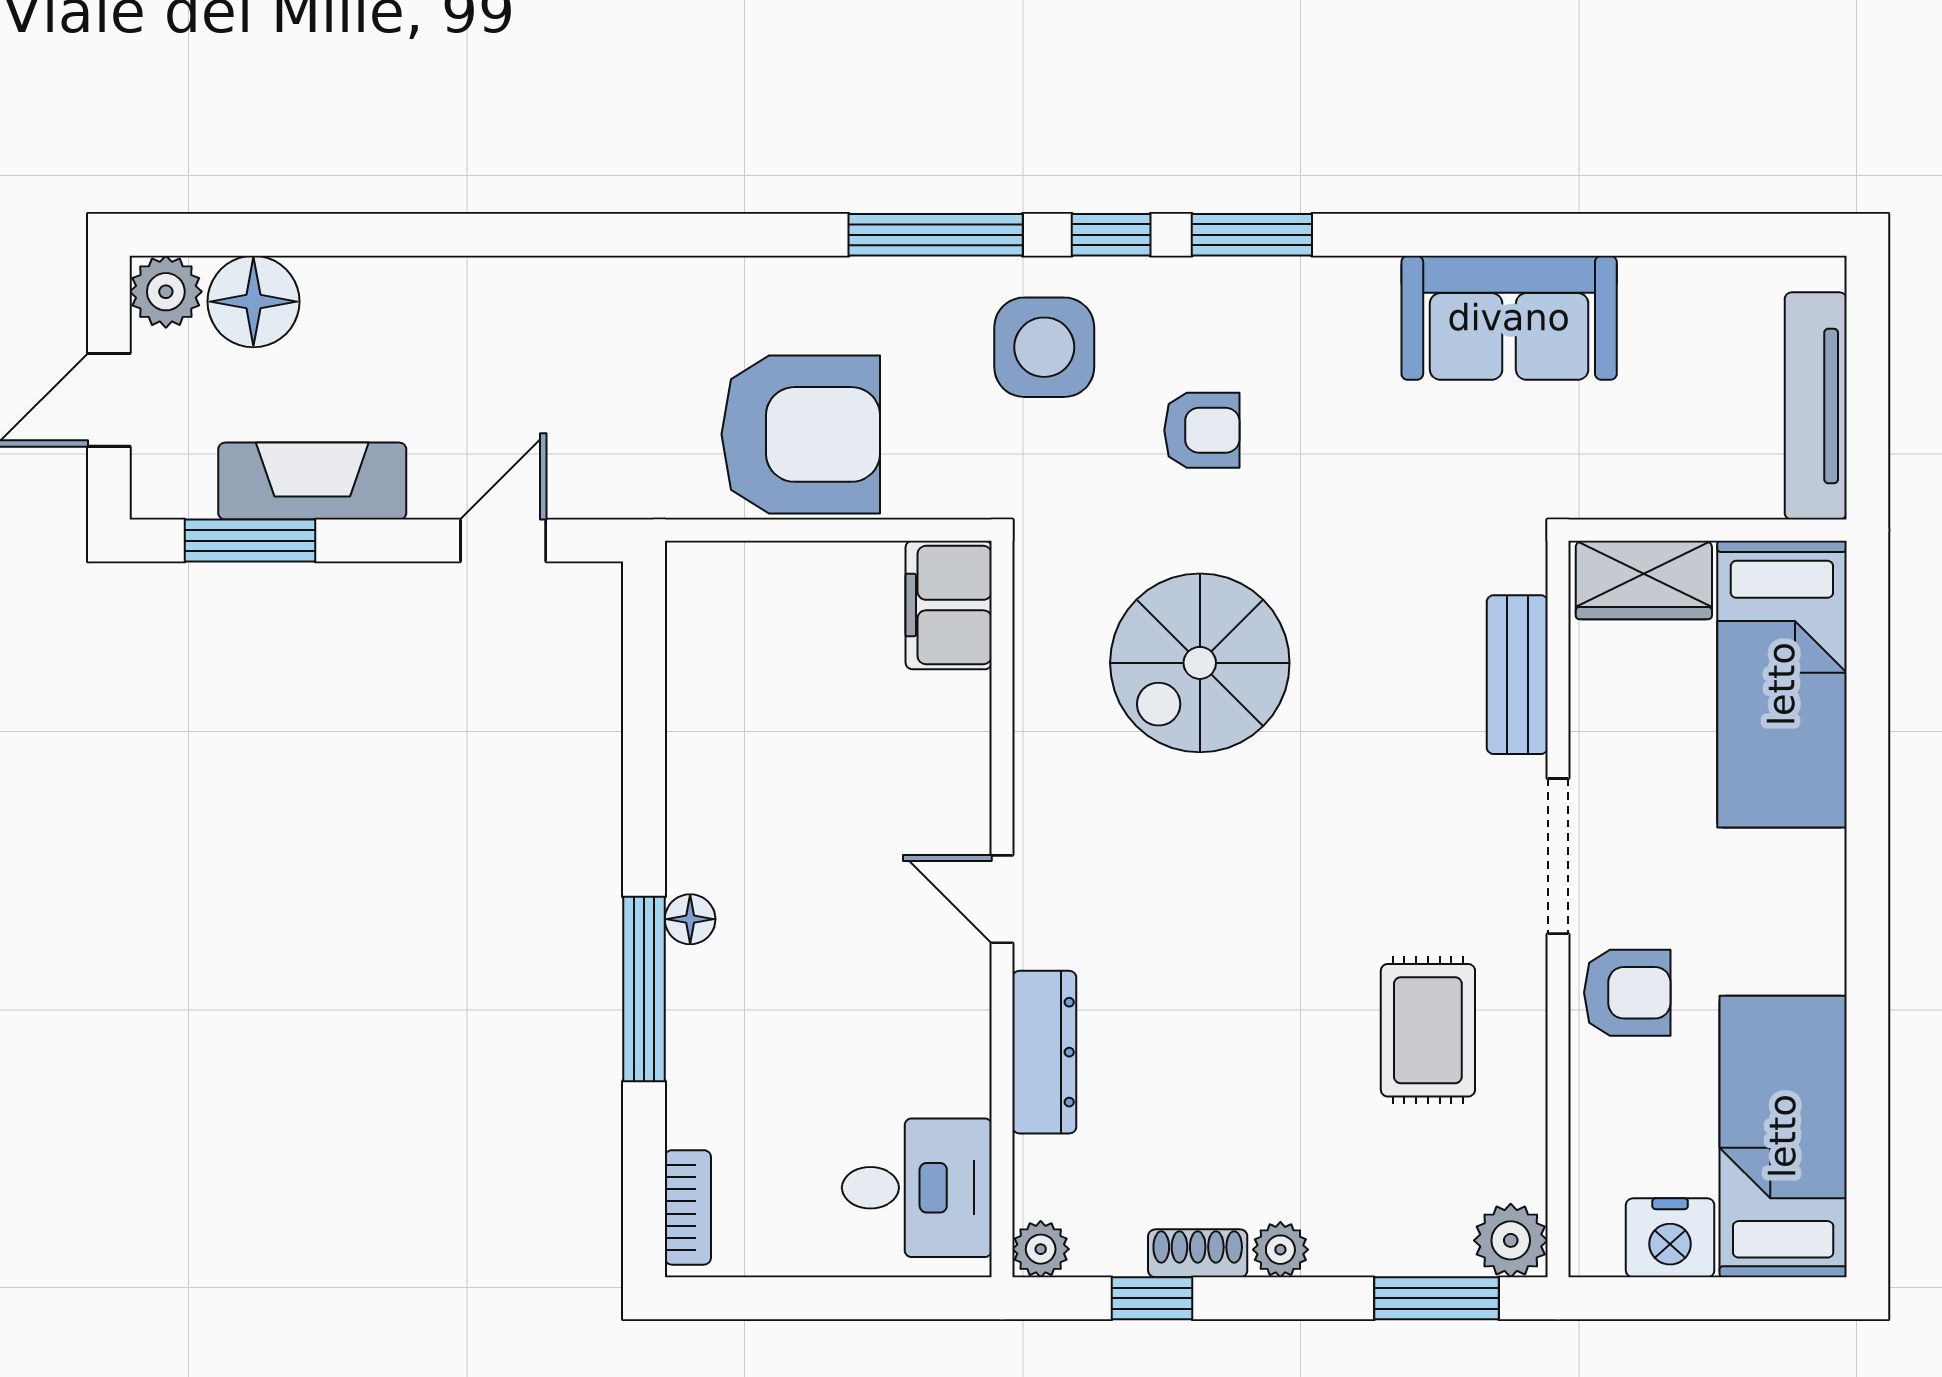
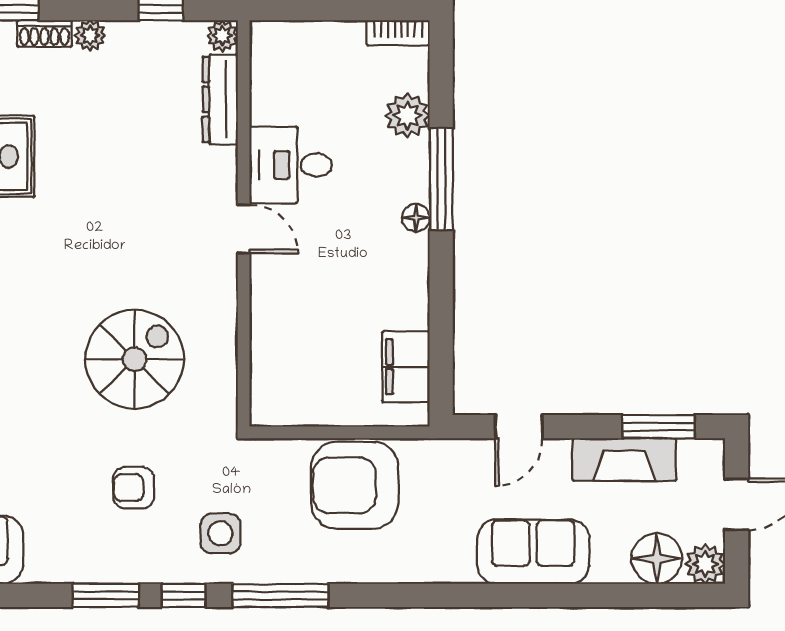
sofa: (477, 314) -> (533, 552), added
side table: (1044, 347) -> (220, 533), width x0.73, depth x0.73
filing cabinet: (949, 605) -> (406, 367), moved, turned 180
dresser: (1044, 1052) -> (220, 99), moved
plant: (705, 1104) -> (407, 116), added
desk: (917, 1188) -> (291, 165), moved
bookcase: (688, 1207) -> (398, 33), moved, turned -90
shoe rack: (1198, 1253) -> (44, 33), moved

